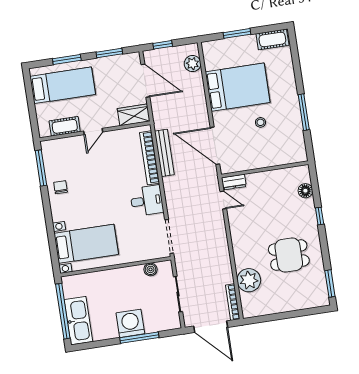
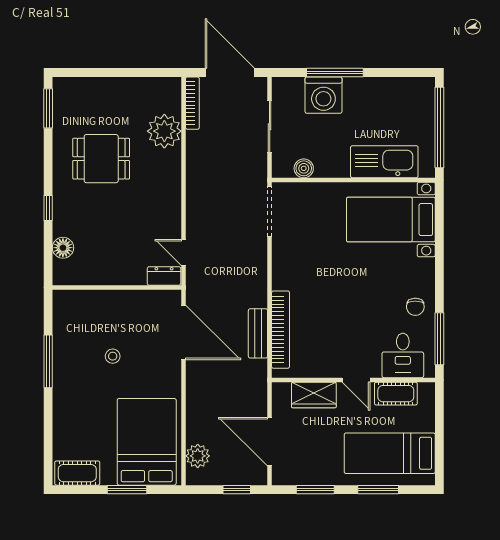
bed: (238, 87) -> (147, 442), moved, turned 90
wardrobe: (134, 115) -> (314, 395), moved
door: (93, 131) -> (356, 380), swing flipped
bench: (164, 153) -> (258, 333), width x0.73
desk: (147, 201) -> (403, 355), moved, turned -90
kitchen sink: (78, 321) -> (384, 162), moved, turned 90
washing machine: (130, 323) -> (323, 95), moved

